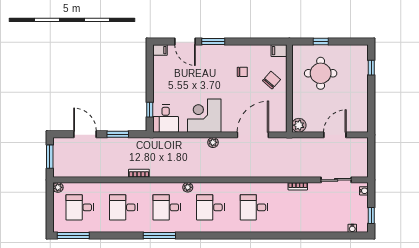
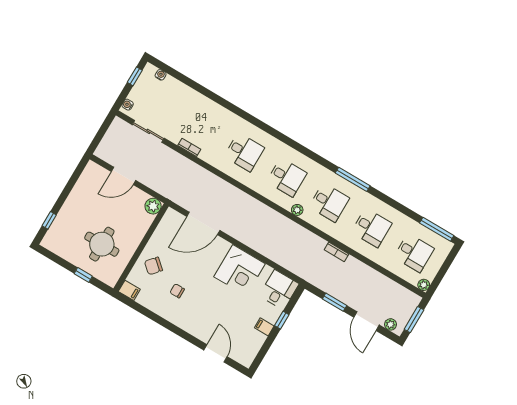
window: (213, 42) -> (188, 337), removed
filing cabinet: (160, 50) -> (264, 327), moved
window: (150, 110) -> (282, 320), moved
plant: (213, 142) -> (390, 324), moved

